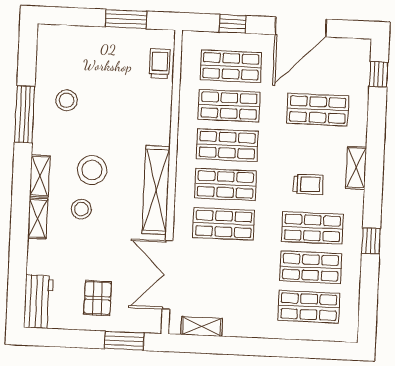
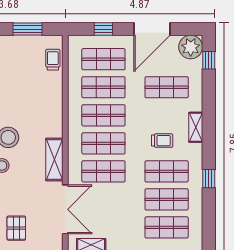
plant: (354, 55) -> (191, 47), added
shelving: (156, 190) -> (54, 160), width x0.68
double door: (167, 275) -> (65, 209), swing flipped

